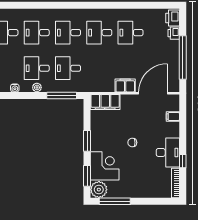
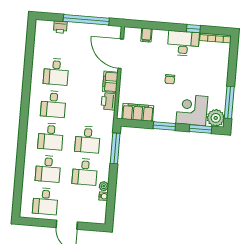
printer: (173, 18) -> (109, 101), moved, turned 90
plant: (37, 87) -> (104, 186), moved
filing cabinet: (105, 102) -> (138, 112), moved, turned -90

